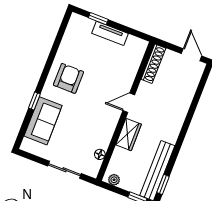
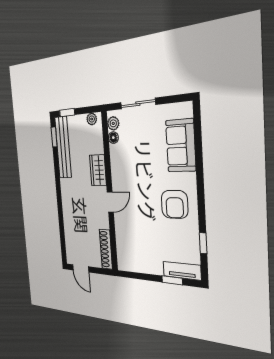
tv unit: (110, 33) -> (182, 271), moved
window: (34, 101) -> (203, 243), moved
plant: (94, 166) -> (113, 123), added

